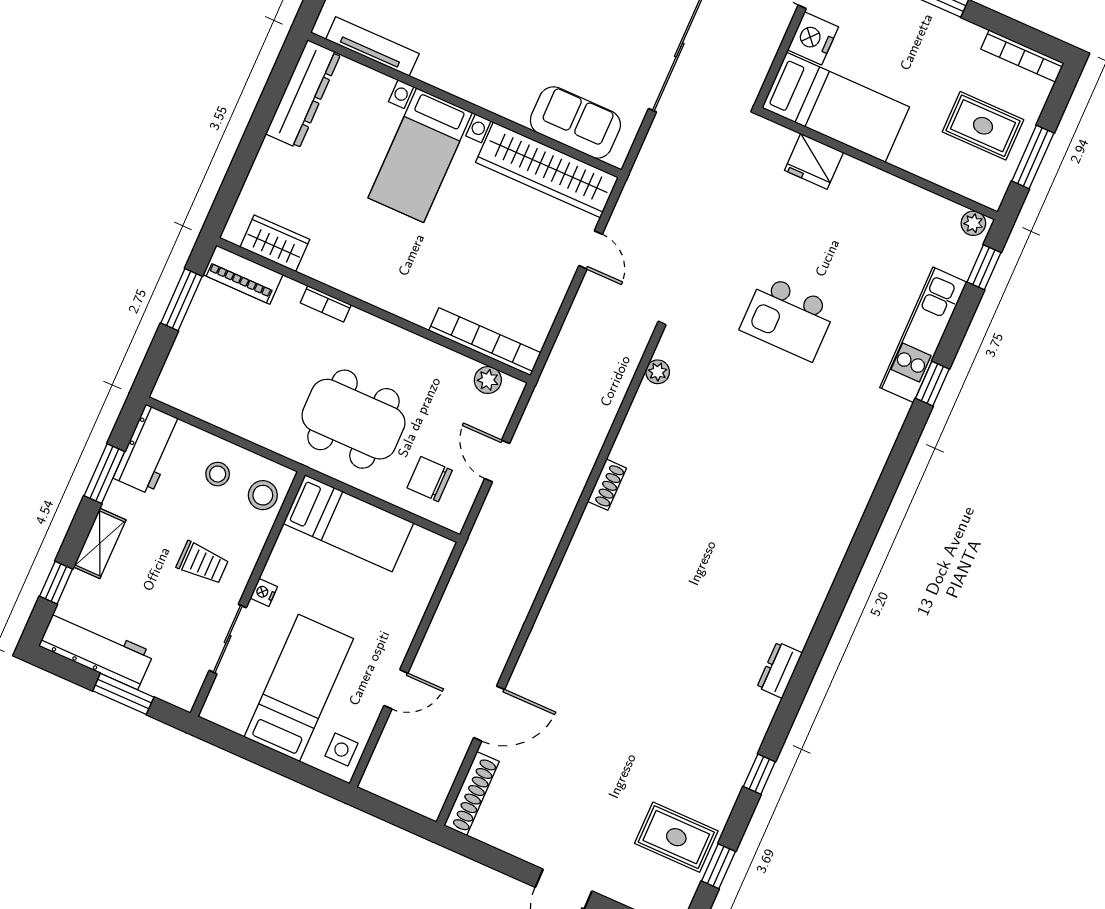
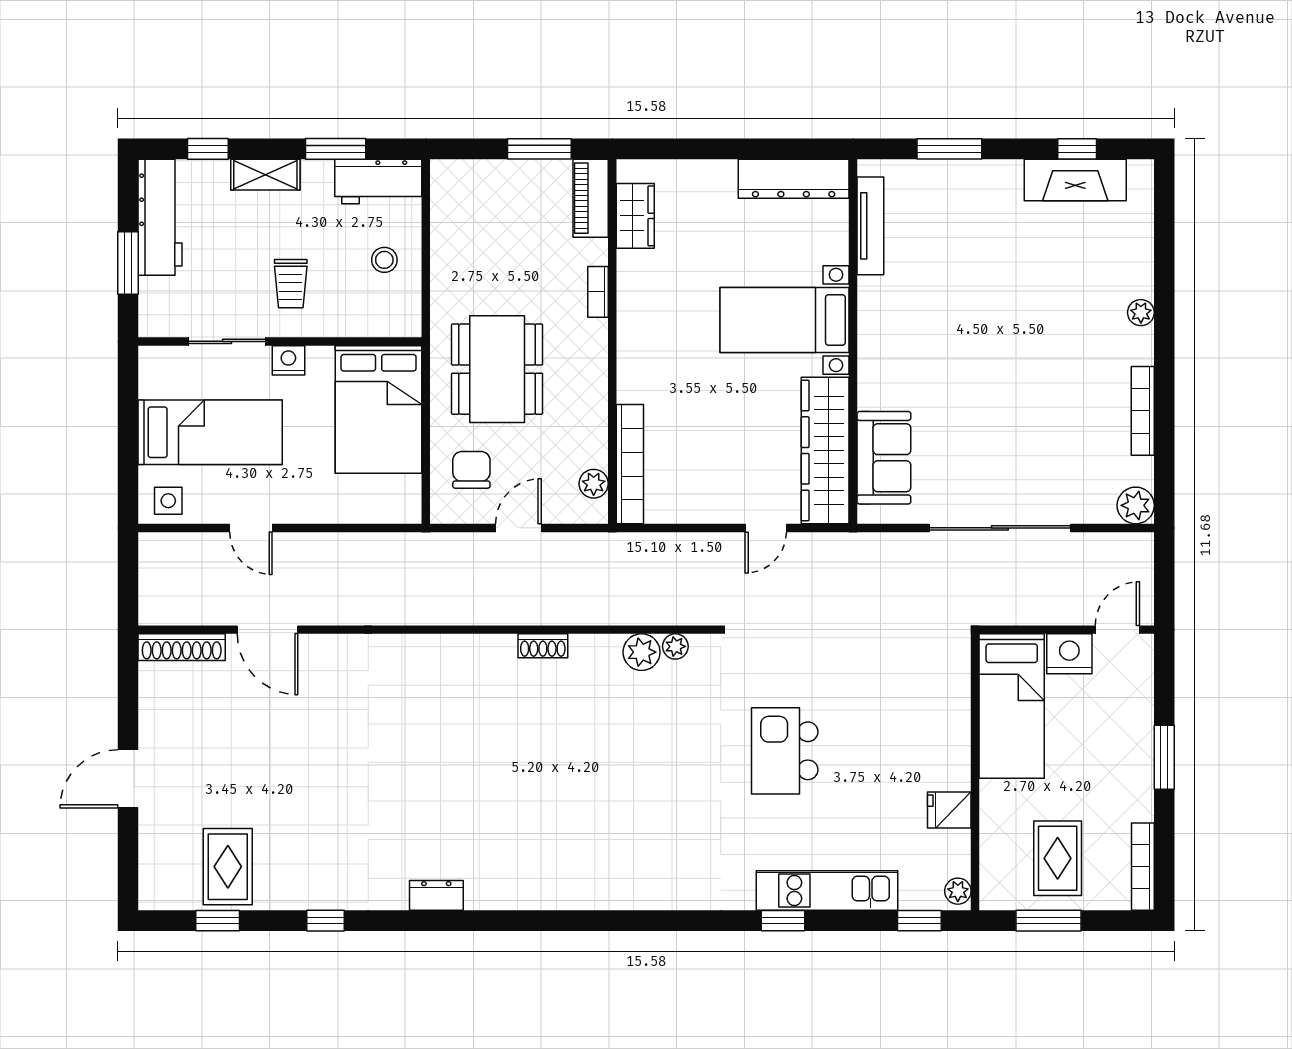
fridge: (814, 161) -> (949, 810), moved, width x0.72
plant: (650, 403) -> (642, 652), added
stool: (263, 495) -> (383, 313), removed
bed: (348, 523) -> (379, 409), width x1.50
nightstand: (264, 592) -> (288, 360), width x1.39, depth x1.35

